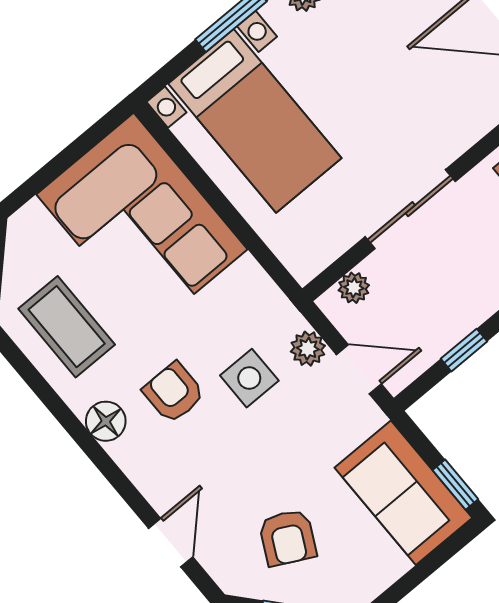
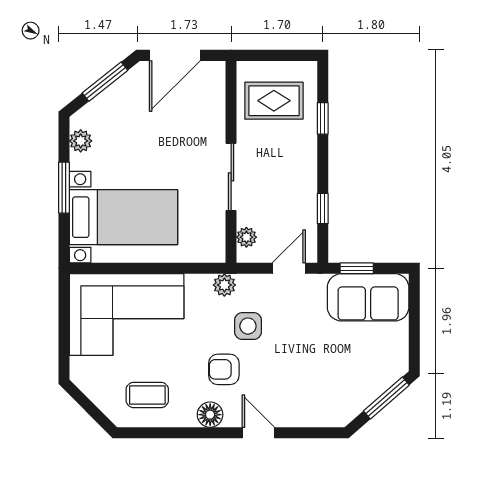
coffee table: (67, 327) -> (147, 395), width x0.73, depth x0.77
plant: (308, 349) -> (224, 285), moved
window: (455, 485) -> (357, 268), moved
armchair: (288, 538) -> (342, 373), removed
door: (171, 543) -> (258, 433), moved

